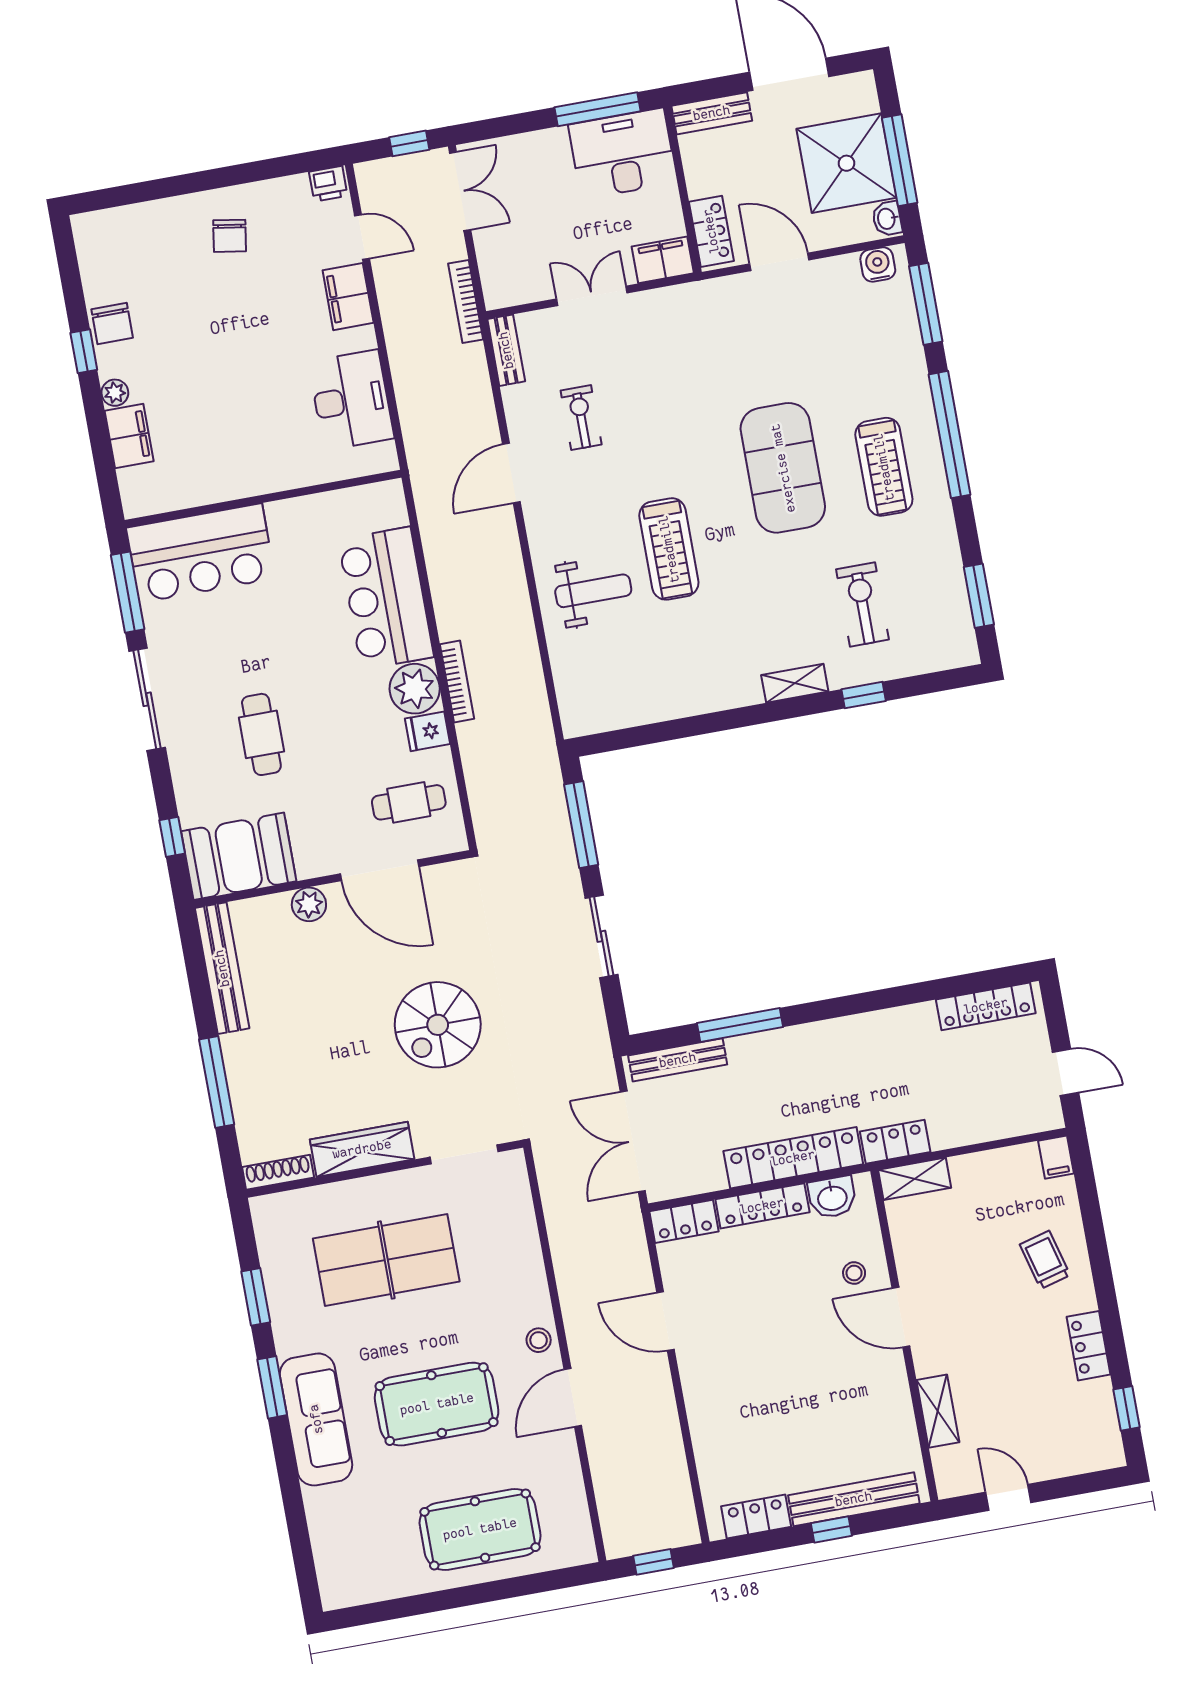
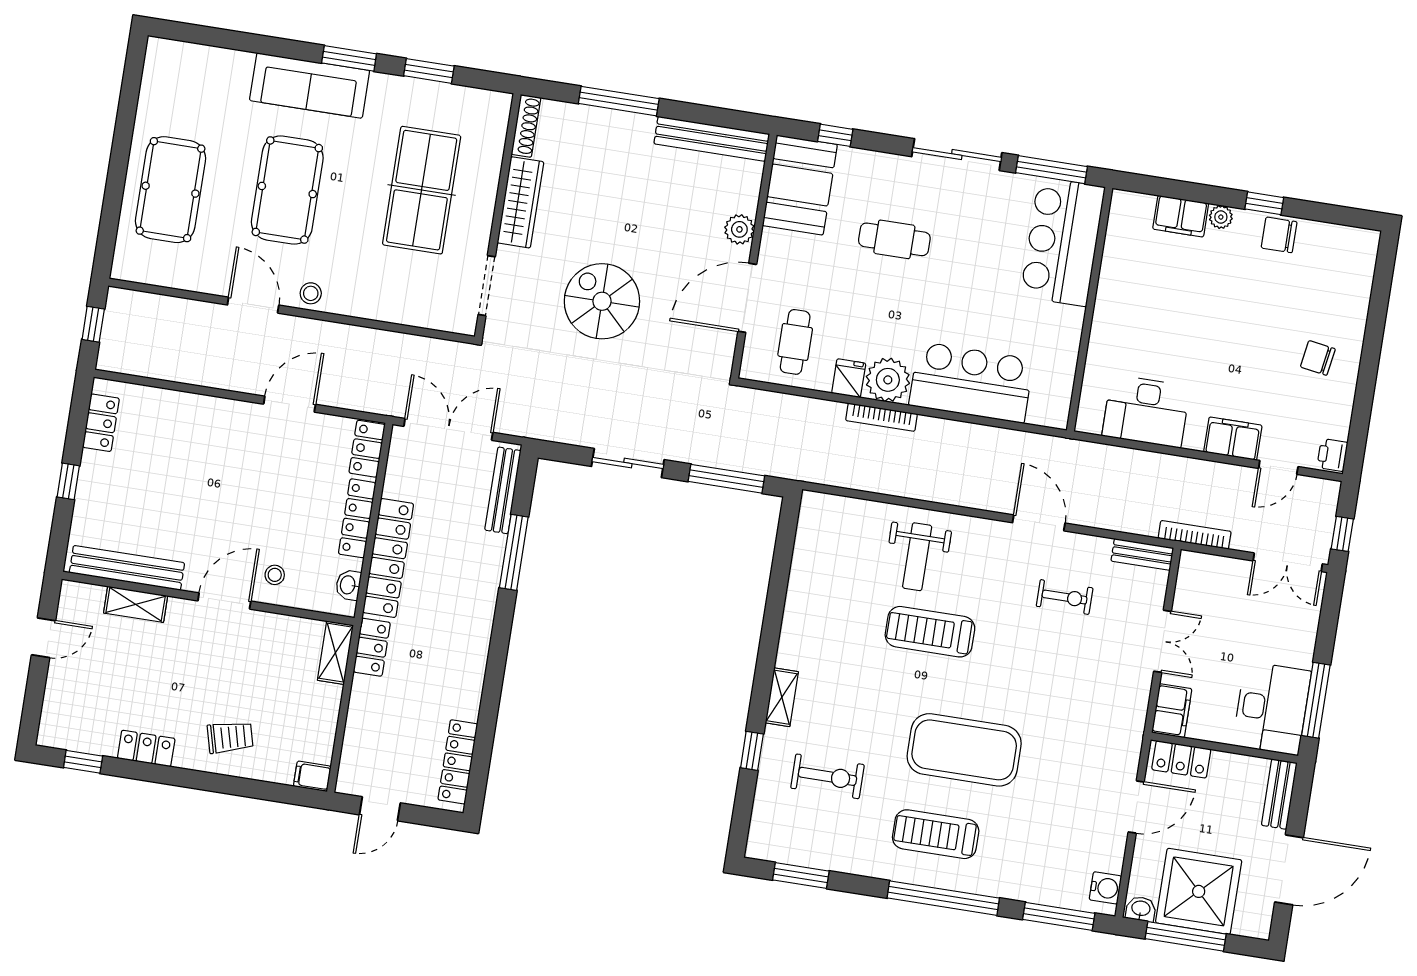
washbasin: (832, 1197) -> (348, 585), width x0.72, depth x0.69
bench: (854, 1499) -> (127, 568), moved, turned 90

